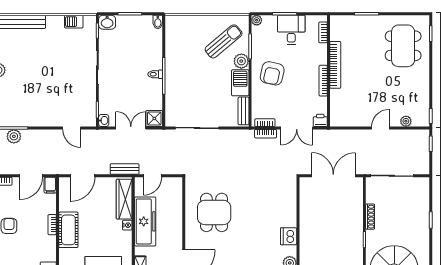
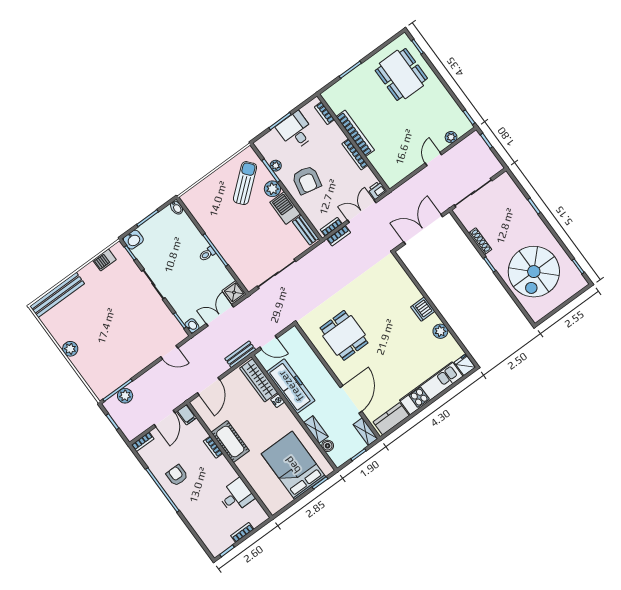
plant: (257, 20) -> (276, 166), moved
double door: (297, 128) -> (362, 211), swing flipped
door: (153, 176) -> (268, 343), hinge flipped

